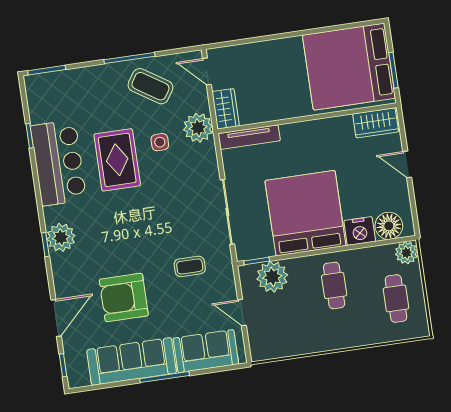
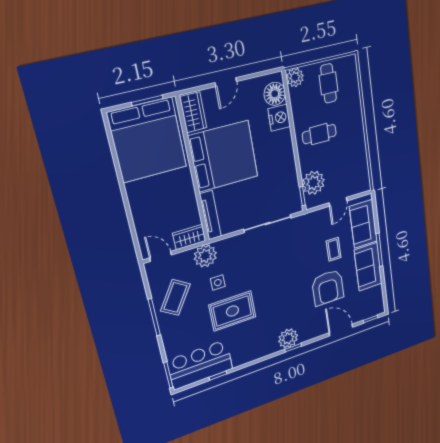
door: (207, 72) -> (160, 256), swing flipped
bar counter: (58, 163) -> (200, 365), moved
bed: (305, 213) -> (223, 156), moved, turned 180
coffee table: (190, 266) -> (334, 249), moved
cafe table: (396, 298) -> (329, 83), turned 90
sofa: (132, 361) -> (368, 267), width x0.73

